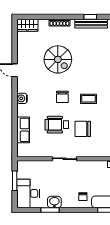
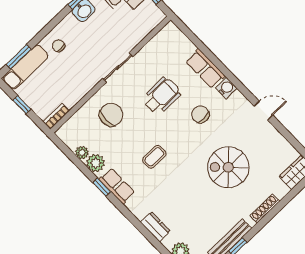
chair: (62, 97) -> (200, 114), moved
chair: (83, 129) -> (111, 115), moved
row of seats: (23, 130) -> (205, 69), moved

